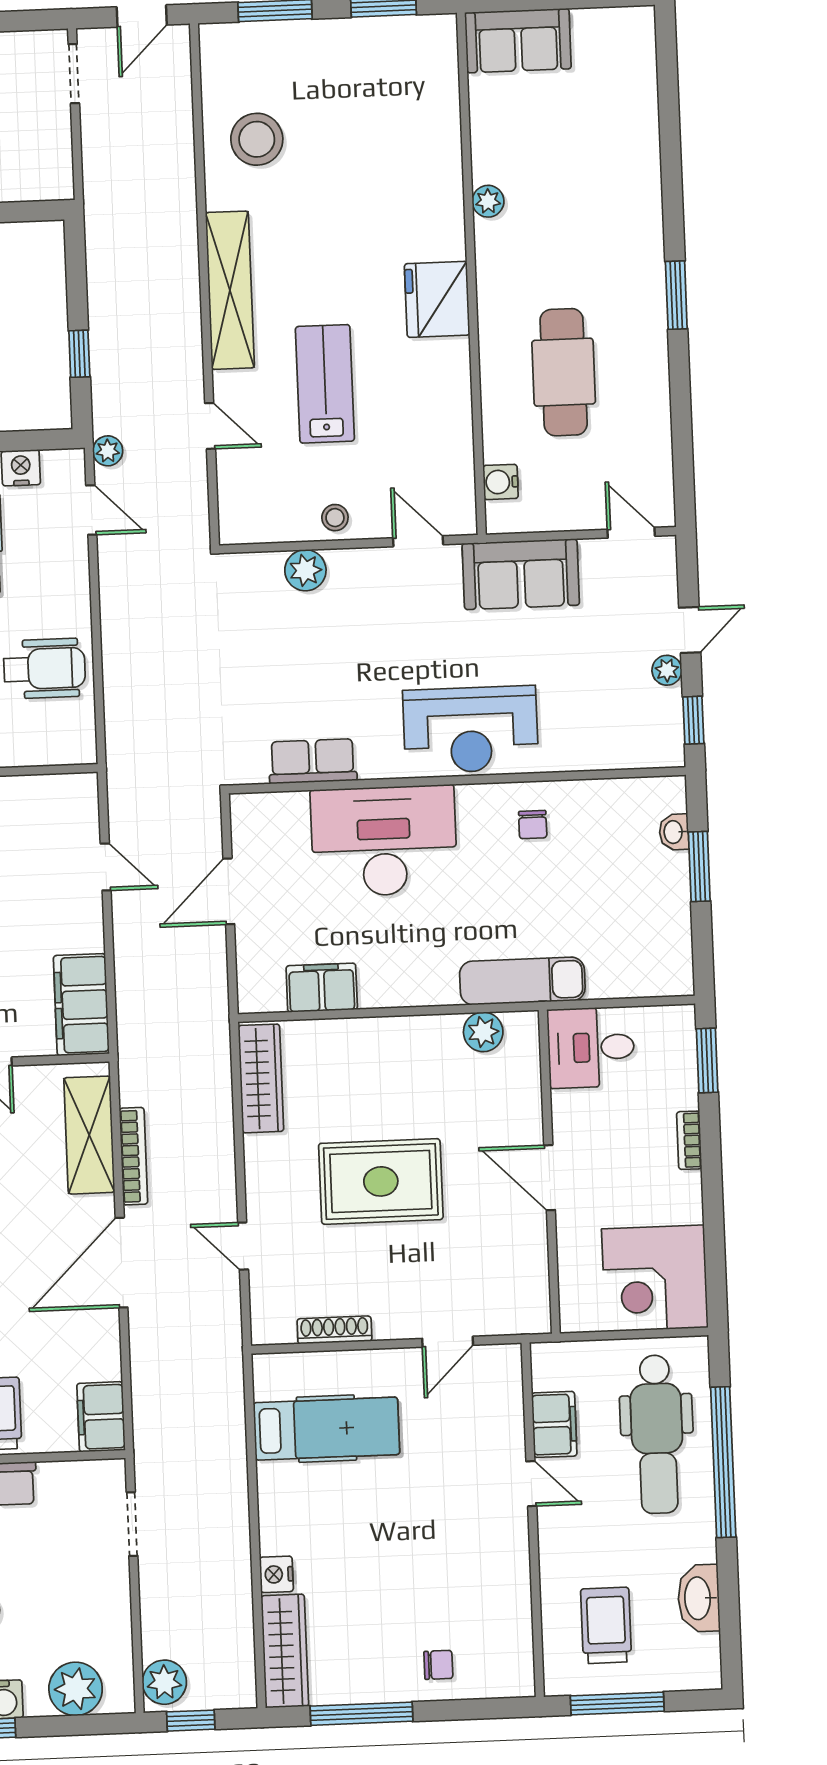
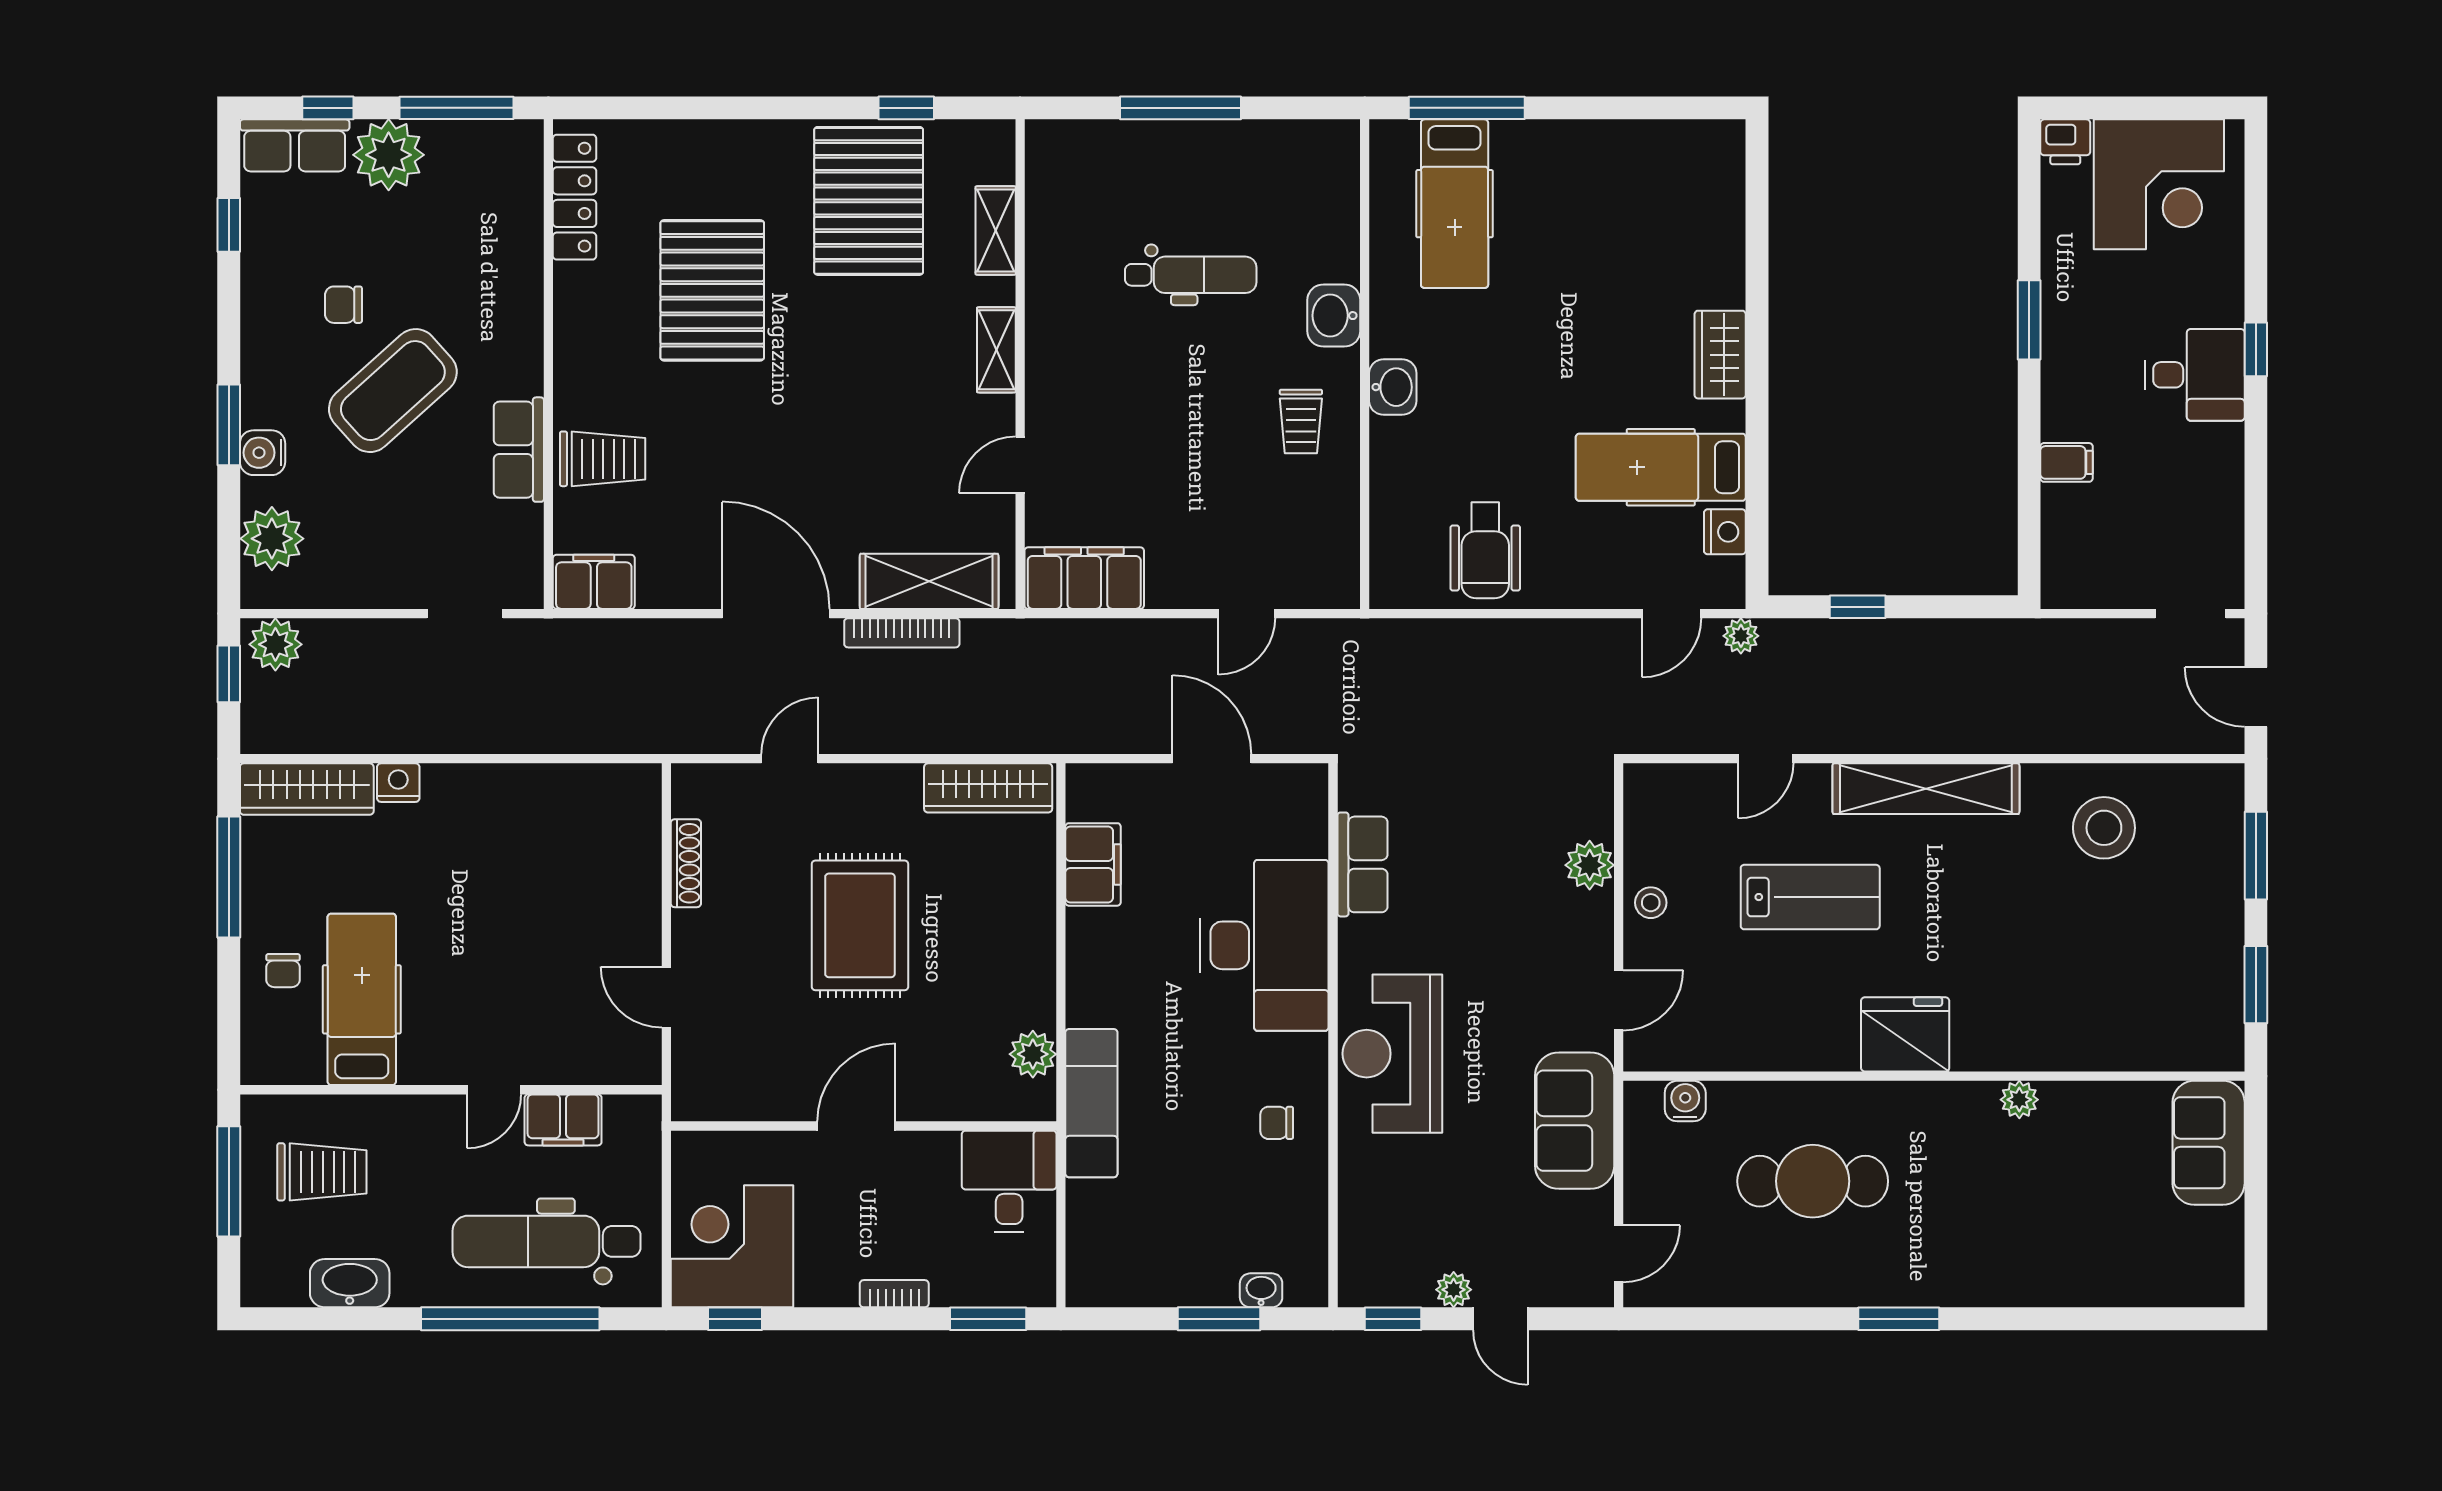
window: (716, 1273) -> (735, 1319), added
hospital bed: (326, 1429) -> (362, 999), moved, turned 180

